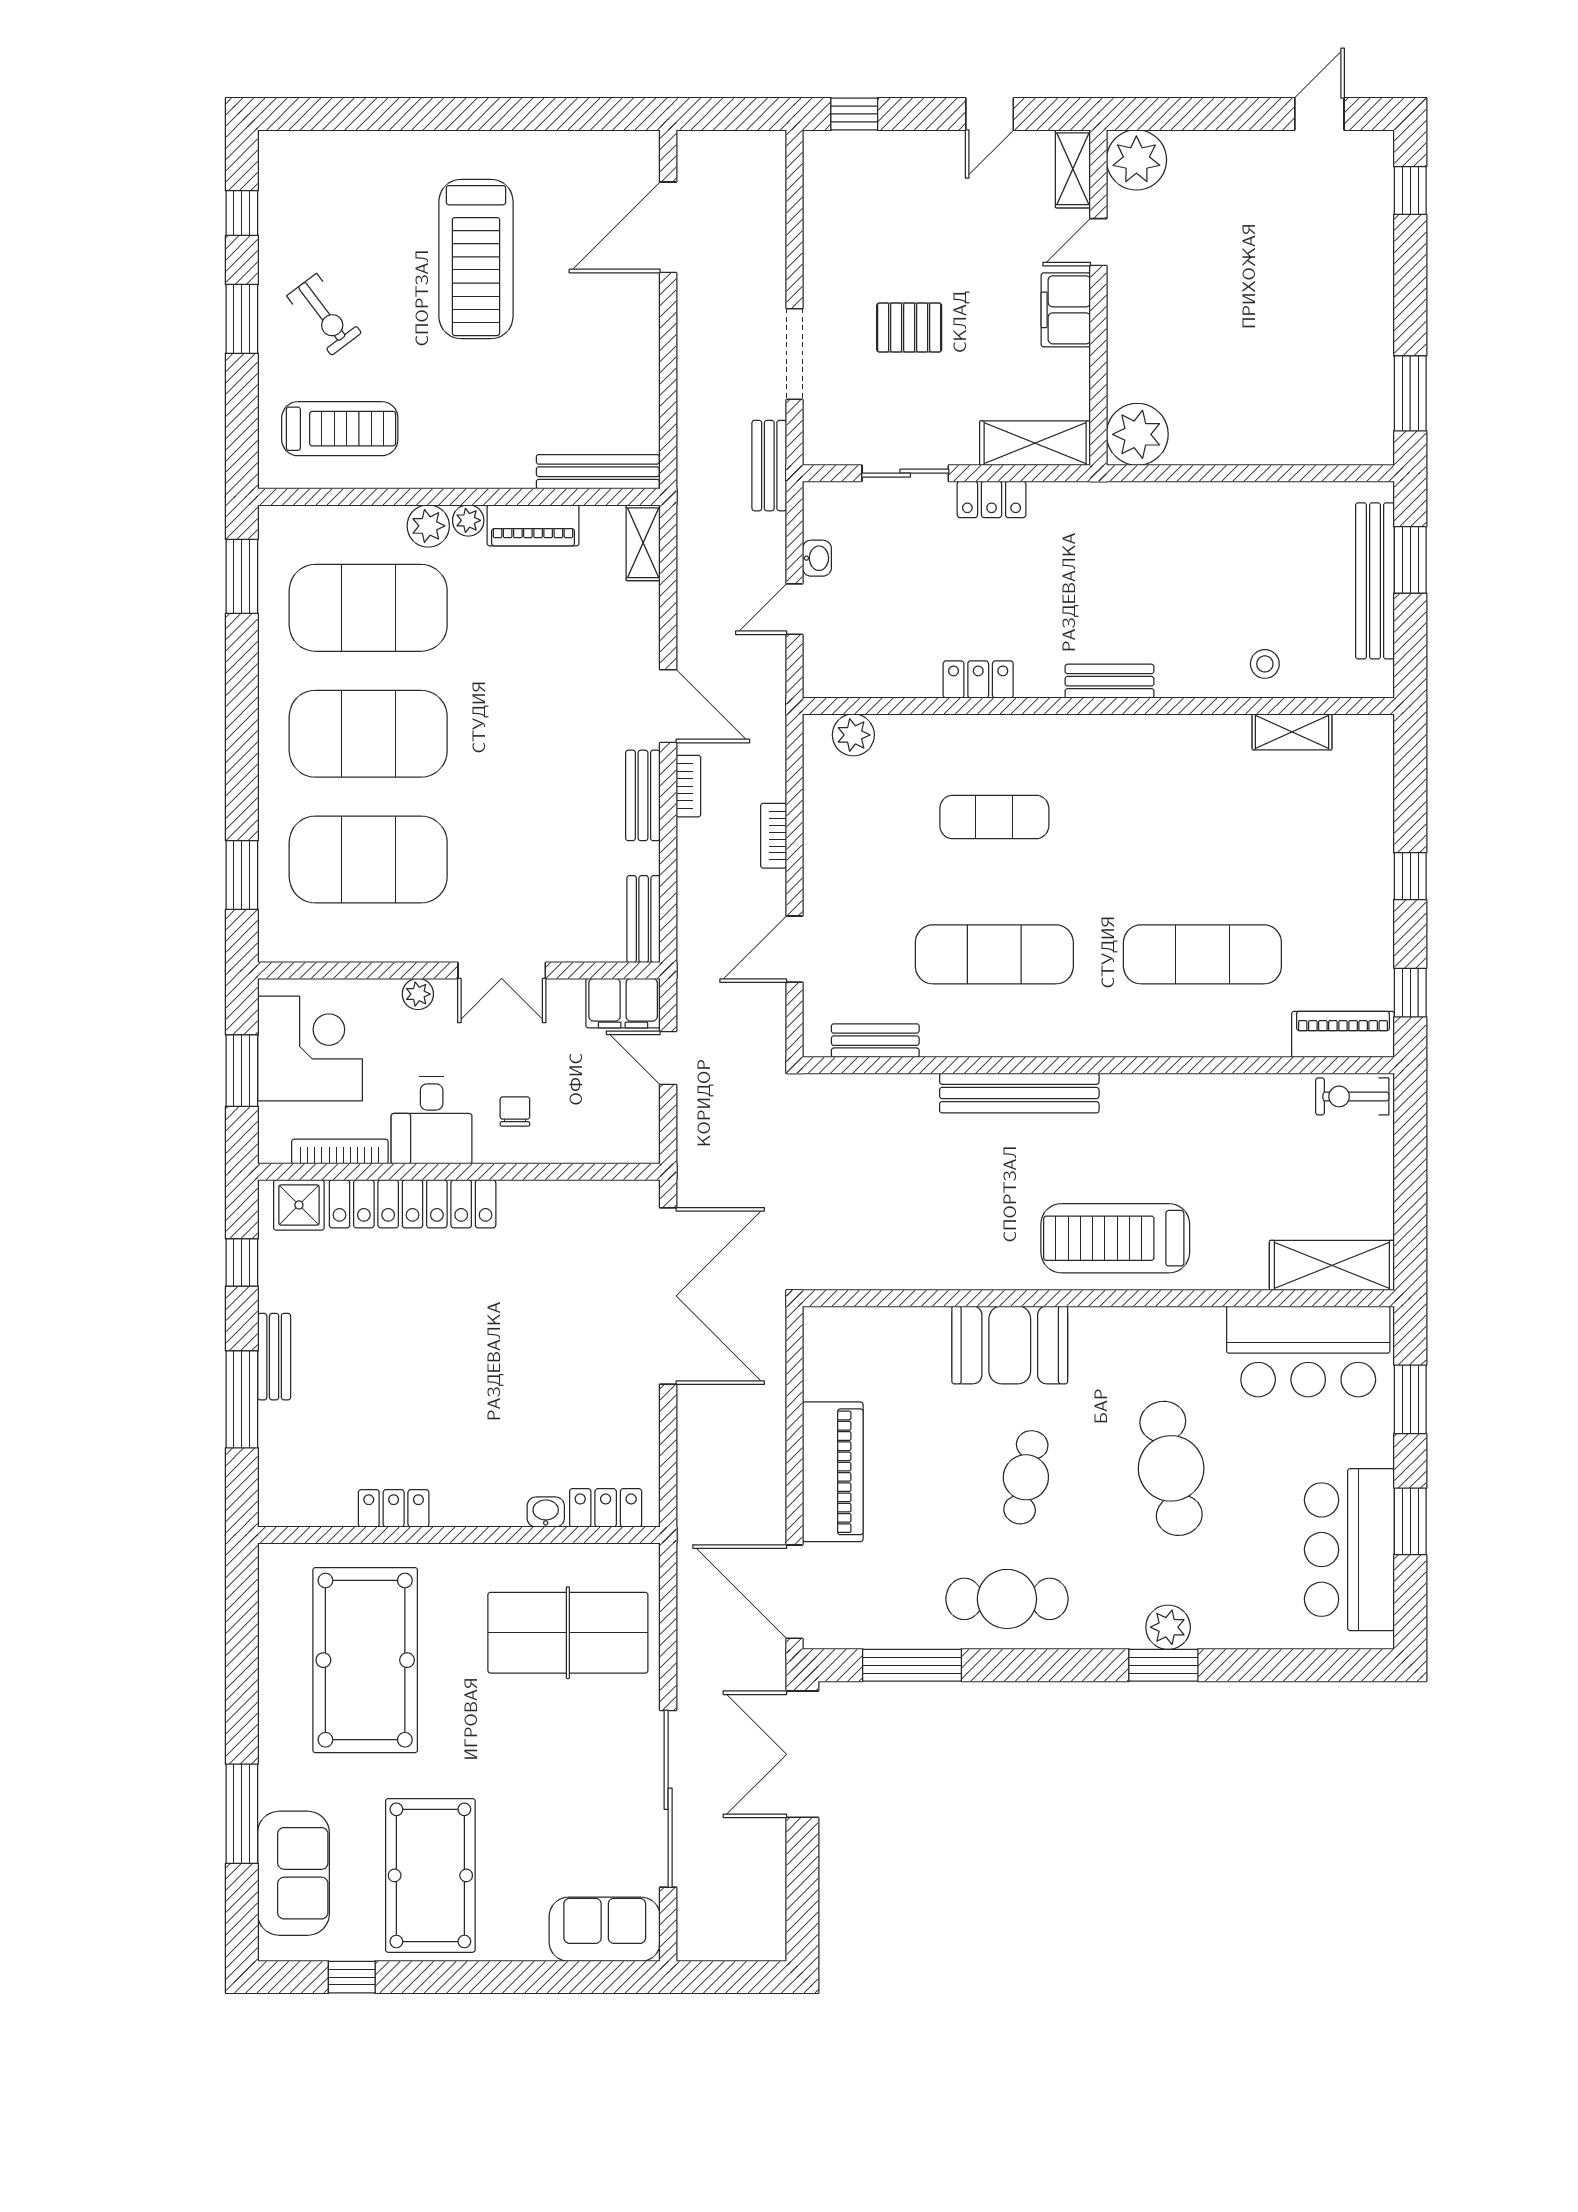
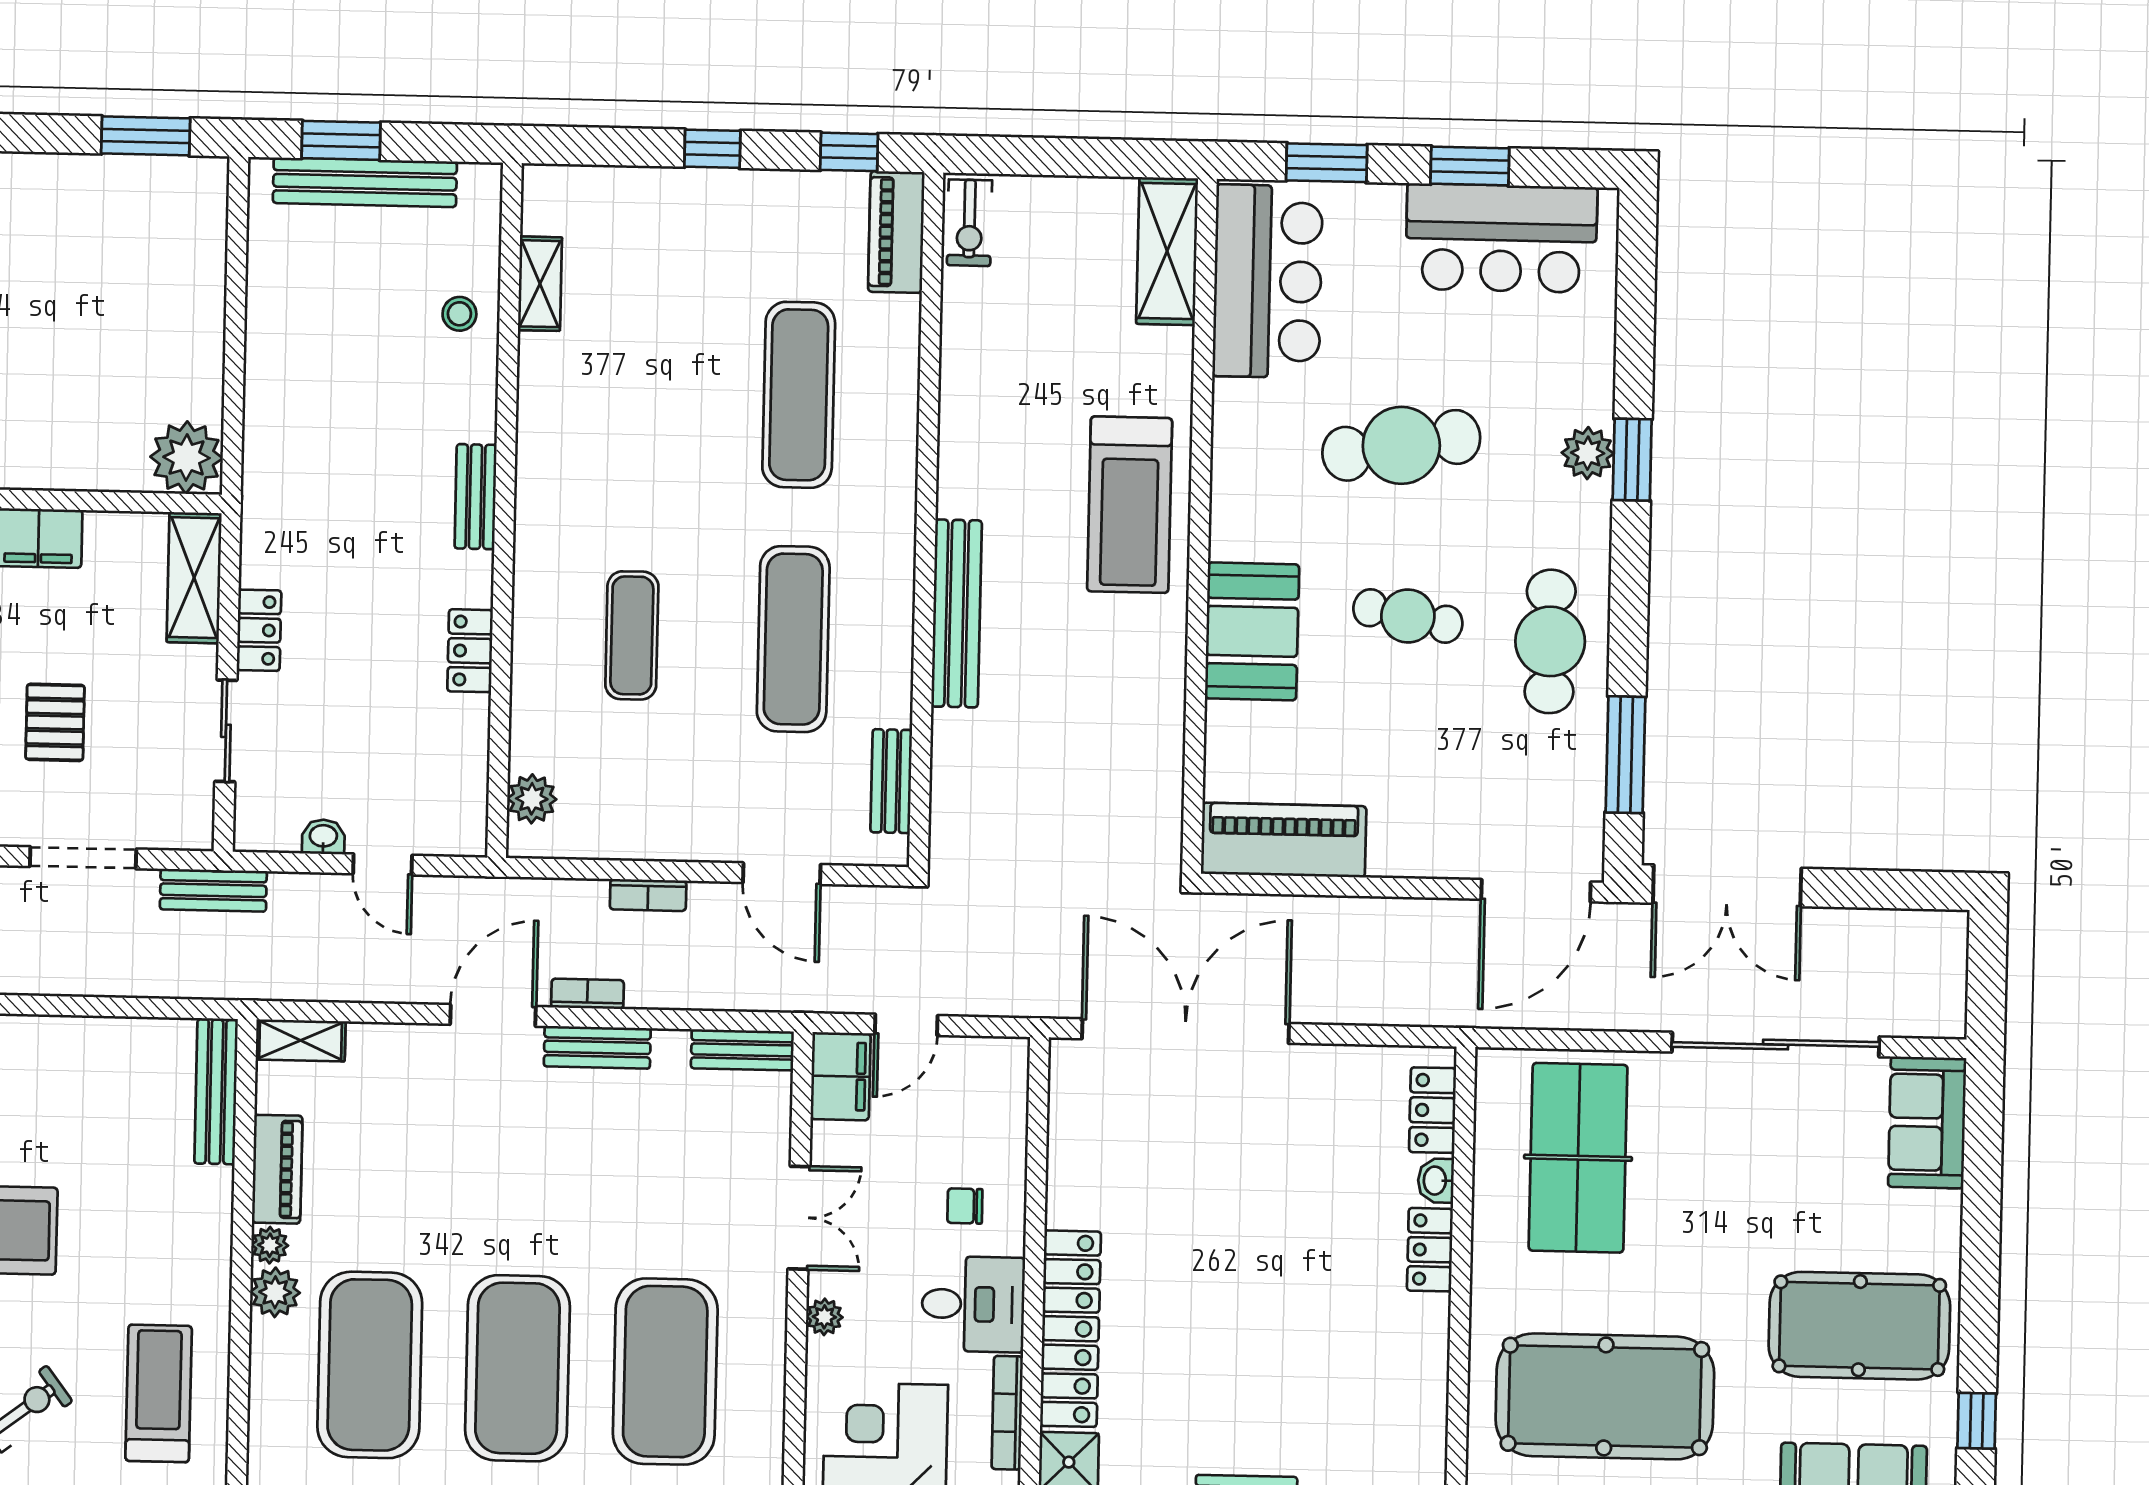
piano: (833, 1472) -> (1284, 840), moved
locker: (394, 1508) -> (1430, 1250), moved

